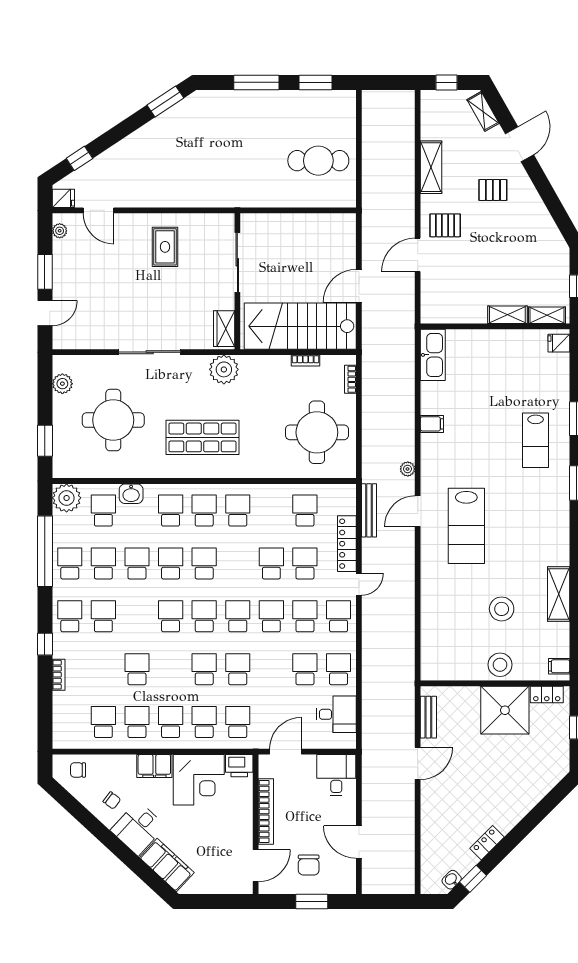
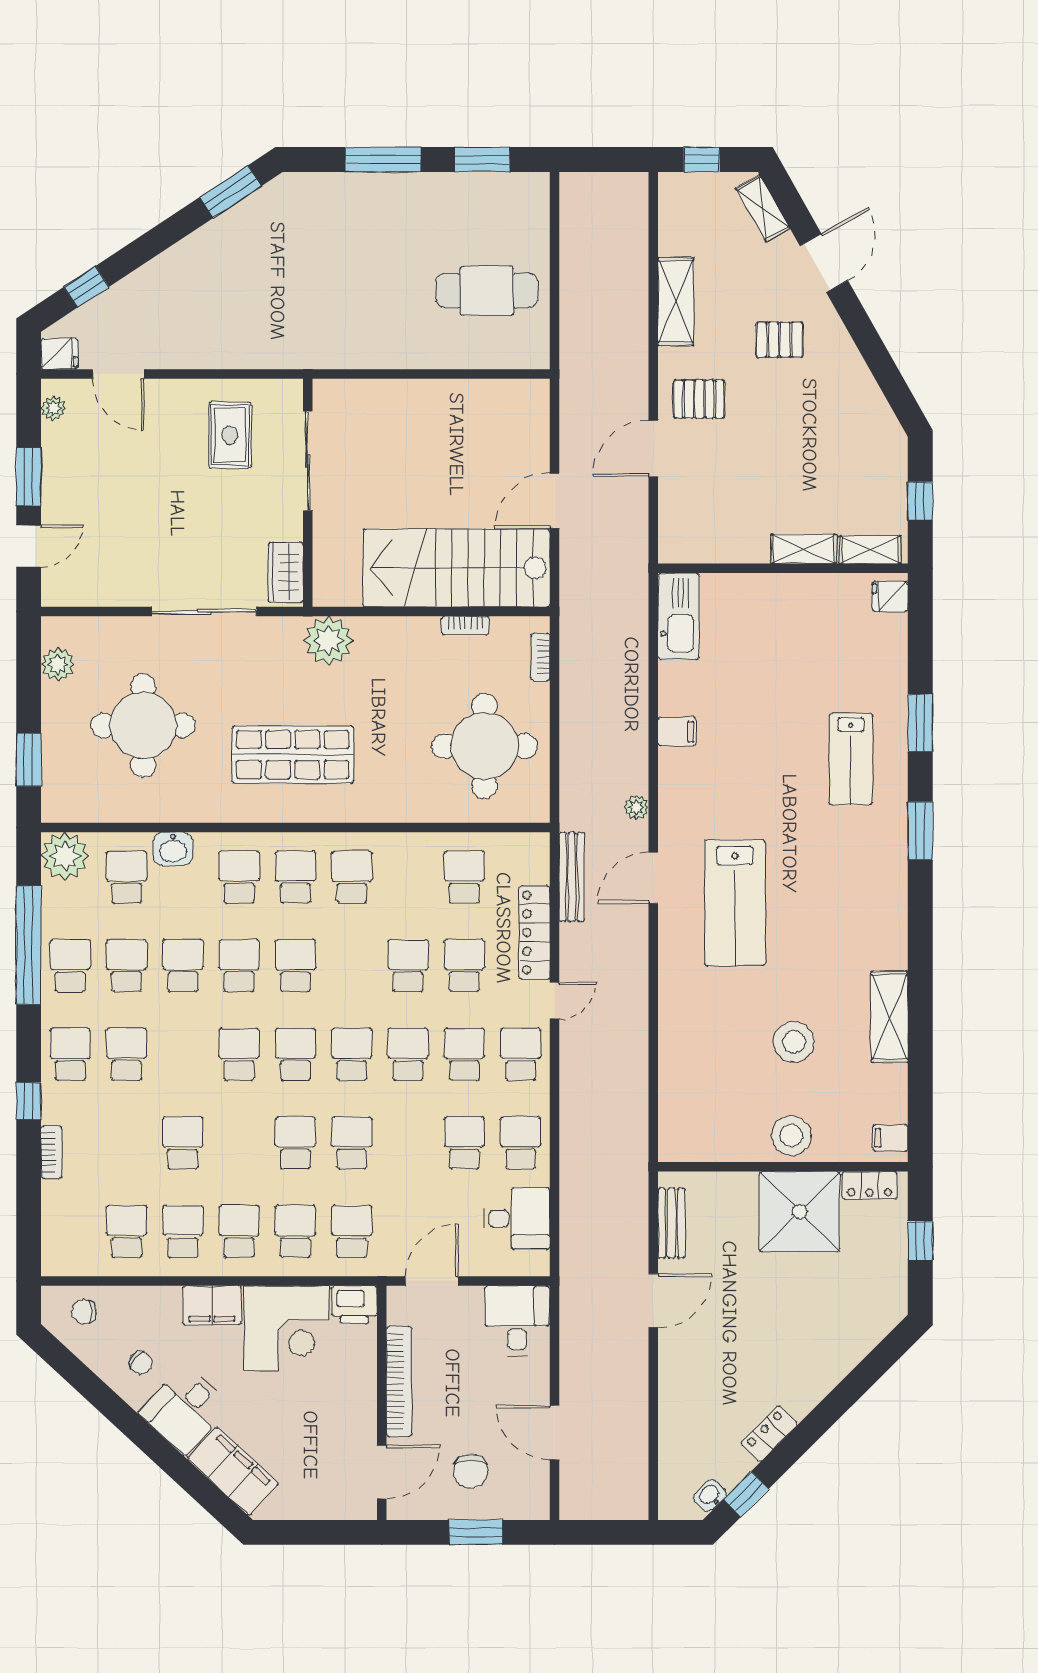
sliding door: (237, 262) -> (308, 461), moved
wall: (237, 281) -> (308, 493), moved
wardrobe: (224, 329) -> (286, 572), moved

